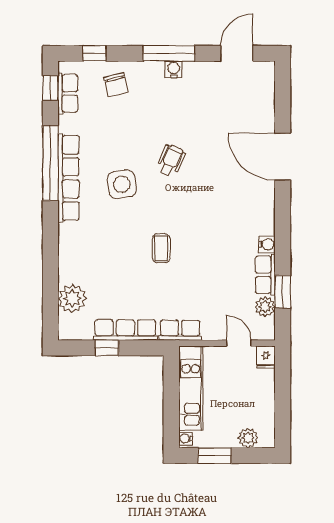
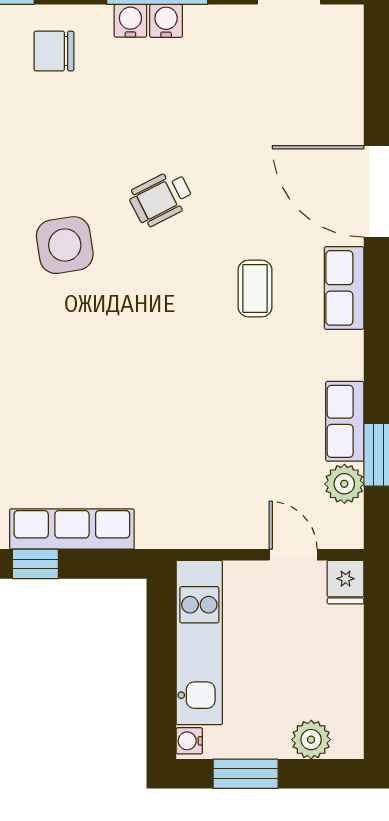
chair: (116, 85) -> (54, 51), turned 105
wheelchair: (171, 160) -> (161, 198), turned -142
water cooler: (267, 244) -> (130, 21), moved, turned -90
coffee table: (161, 248) -> (255, 289), moved
row of seats: (180, 330) -> (344, 288), moved, turned -90

